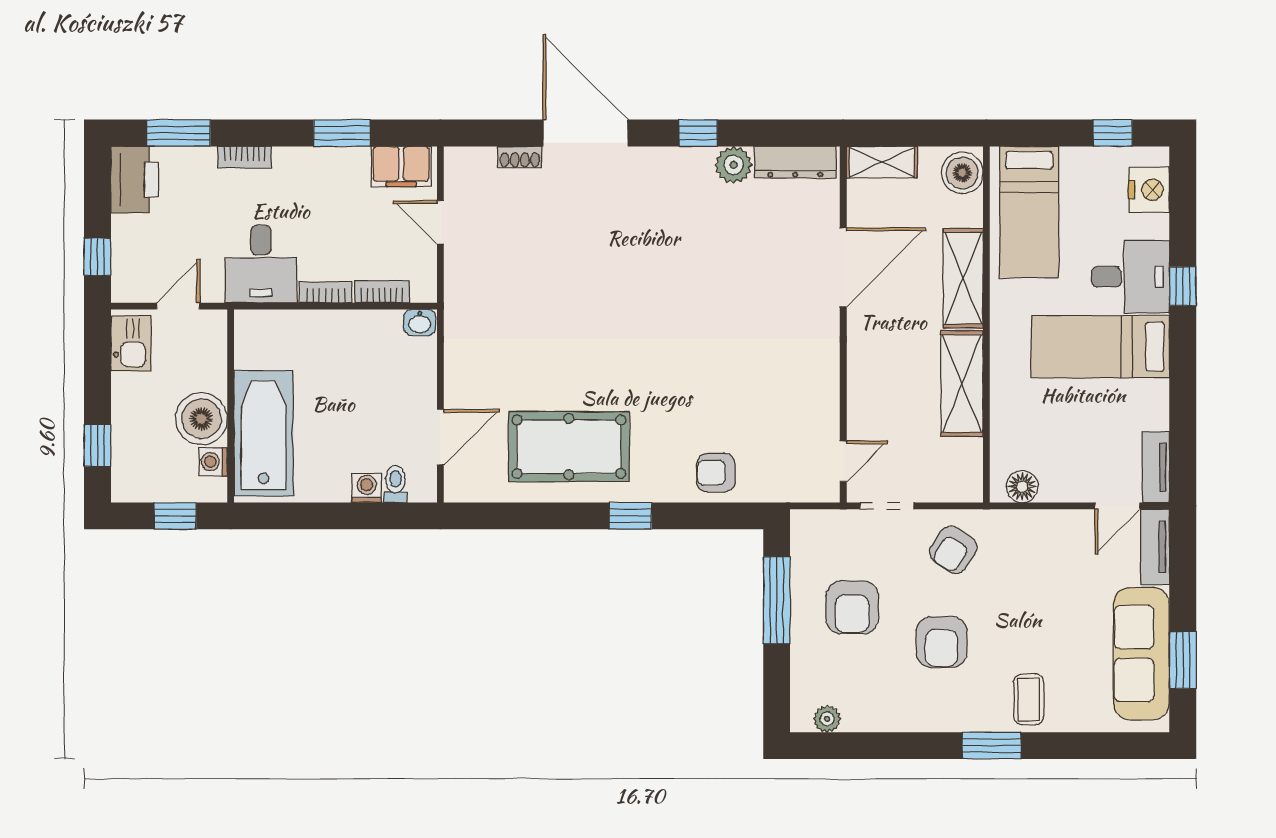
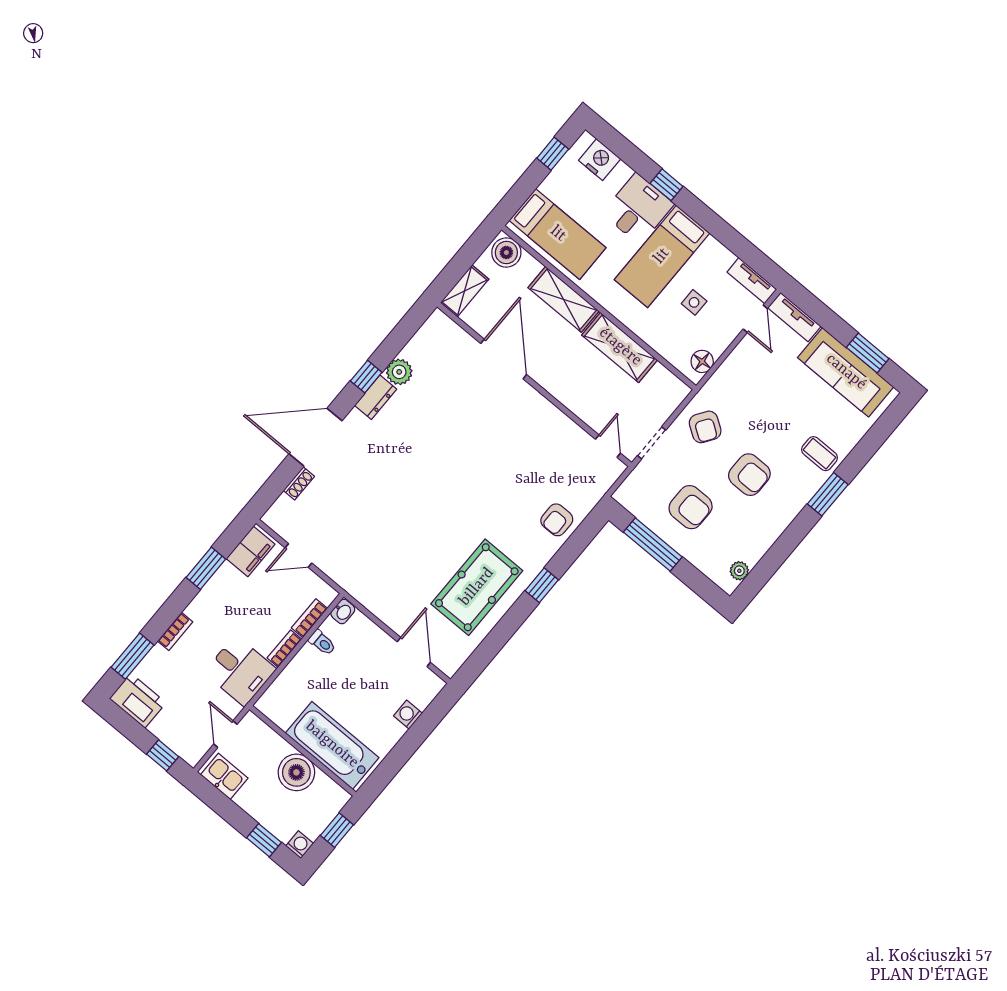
dresser: (795, 162) -> (376, 397), moved, width x0.70
side table: (1079, 424) -> (694, 302), added
washing machine: (213, 462) -> (300, 845), moved, turned 180
toilet: (395, 484) -> (322, 643), moved, turned 180

